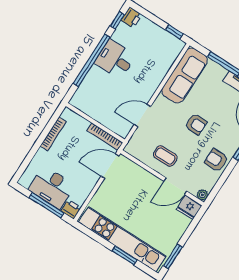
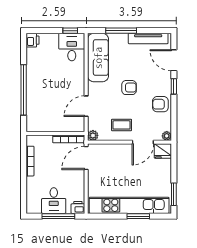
window: (117, 20) -> (24, 49), removed
desk: (115, 59) -> (72, 47), moved, turned 90
plant: (131, 148) -> (93, 135), added
desk: (52, 187) -> (54, 201), width x0.73

